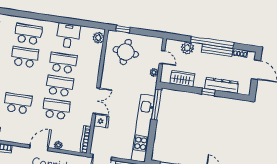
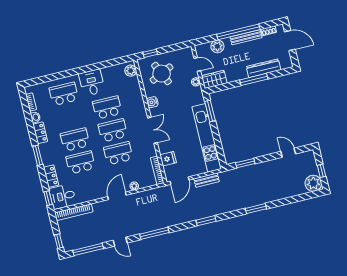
desk: (68, 36) -> (92, 83), moved
round table: (126, 52) -> (162, 74), turned -31
school desk: (25, 57) -> (75, 140), moved
water cooler: (106, 75) -> (152, 102), added
wardrobe: (182, 79) -> (214, 79), moved
window: (208, 92) -> (254, 79), width x2.17
window: (156, 105) -> (210, 111), width x0.69
fridge: (101, 121) -> (168, 159), moved

